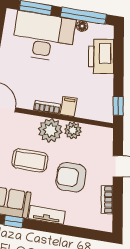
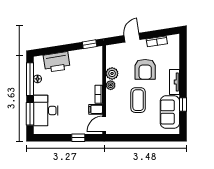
desk: (44, 37) -> (46, 110), width x0.73, depth x0.77
filing cabinet: (69, 106) -> (96, 109), moved
plant: (50, 130) -> (111, 85), width x0.53, depth x0.53

